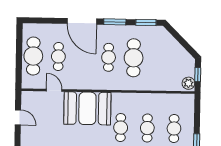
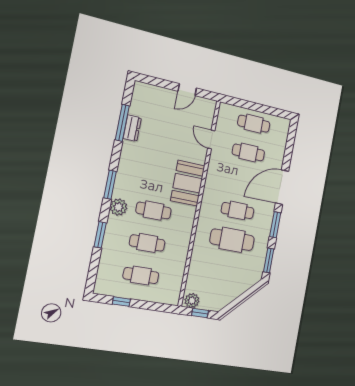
cafe table: (33, 56) -> (254, 124), width x0.73, depth x0.74
door: (54, 90) -> (211, 140), swing flipped
booth: (87, 108) -> (188, 183), width x0.73, depth x0.70

